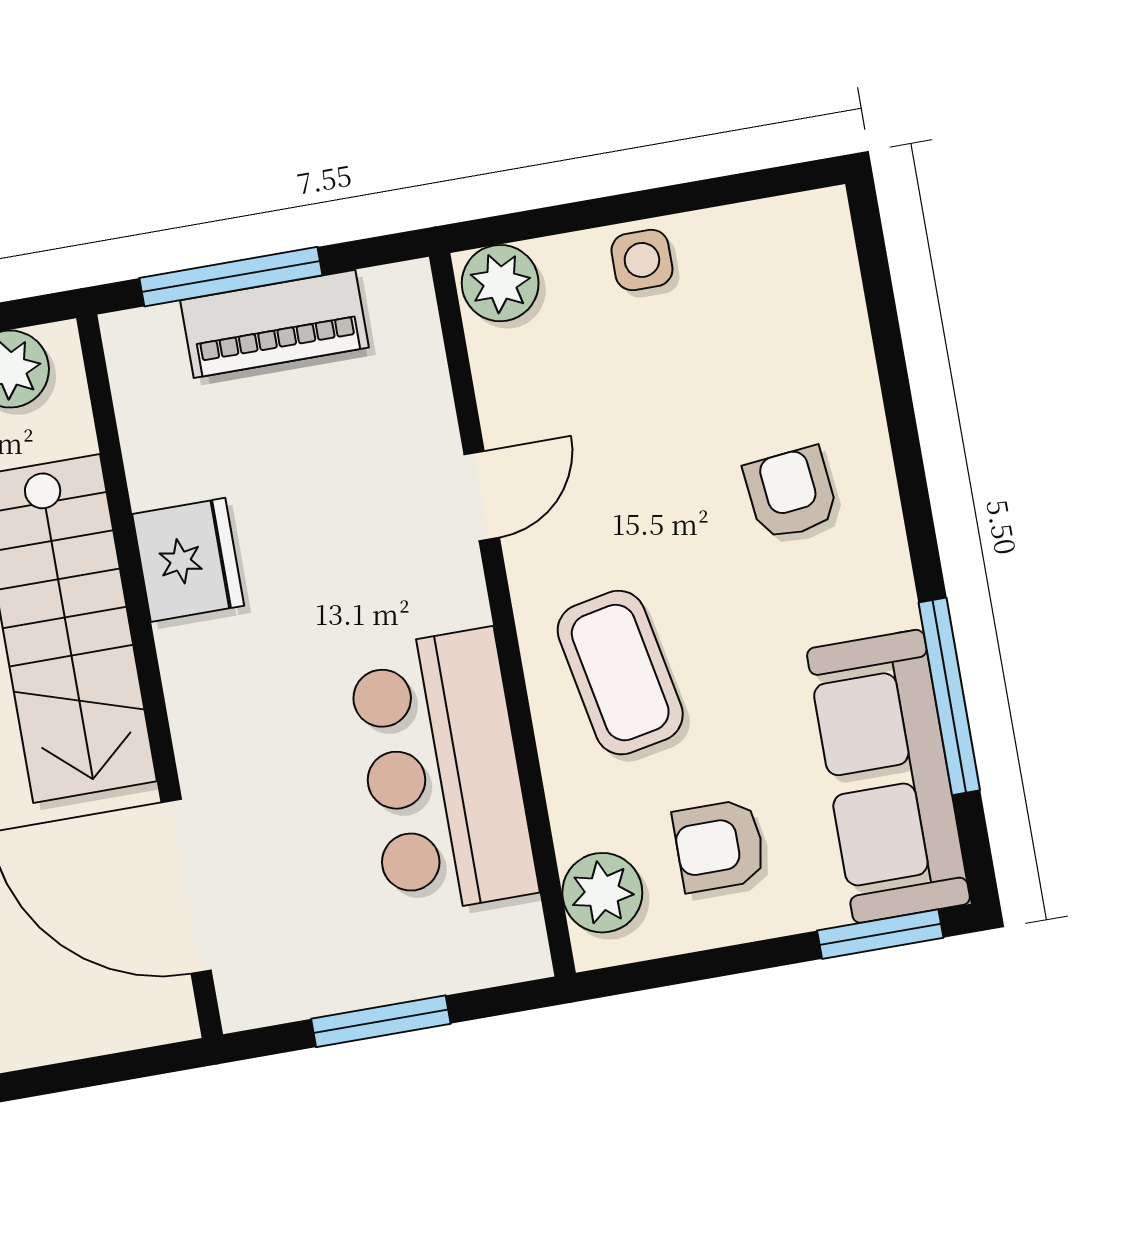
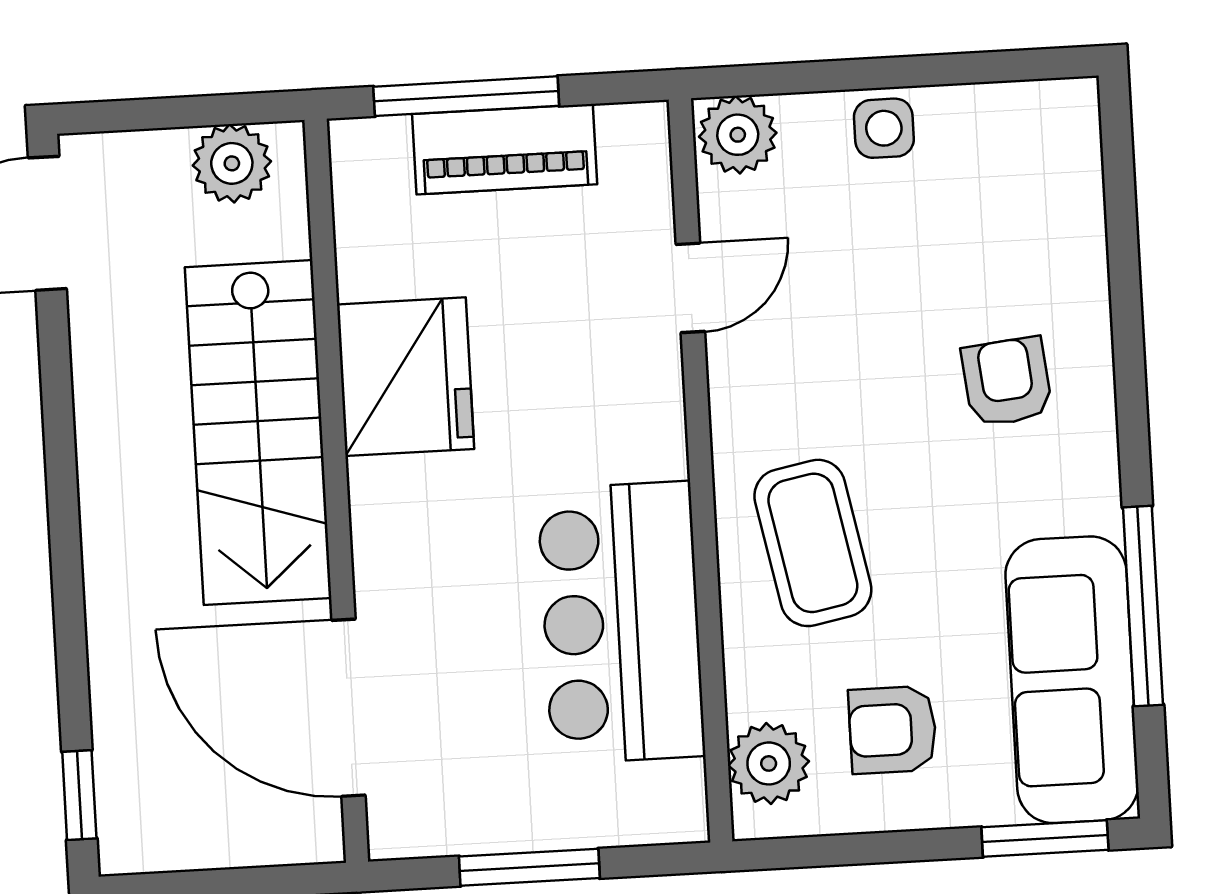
door: (482, 496) -> (690, 288), moved
fridge: (188, 560) -> (405, 377), width x1.36, depth x1.34

